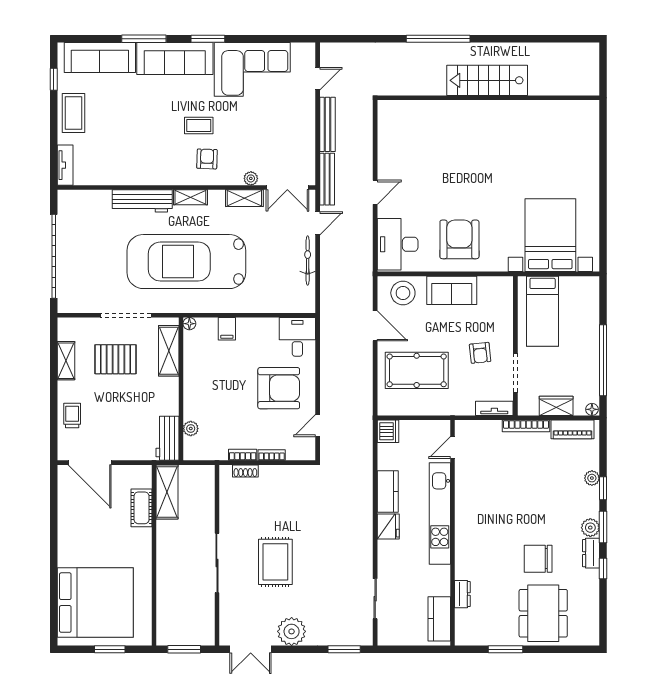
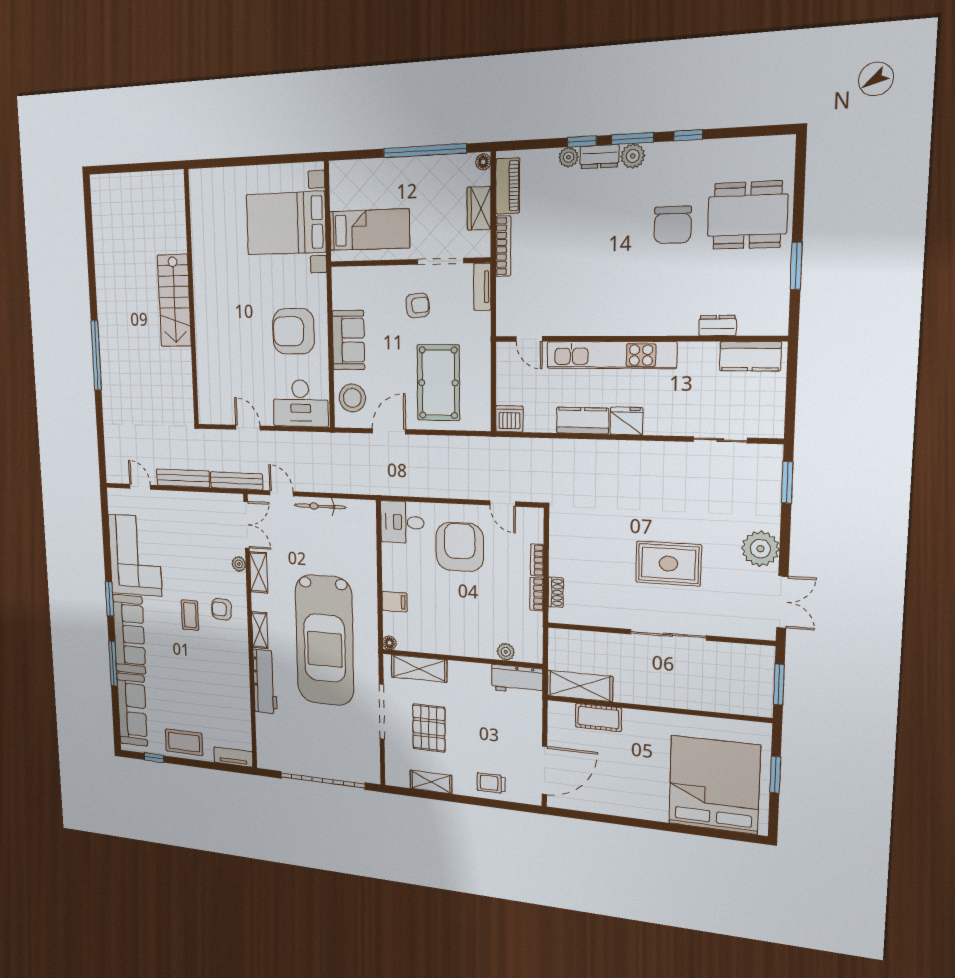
stairs: (487, 80) -> (174, 301), moved
wall: (488, 98) -> (191, 299), moved
dresser: (591, 553) -> (599, 157), moved

